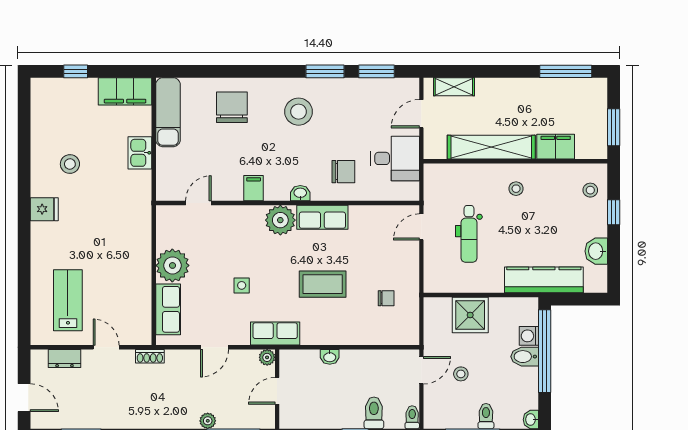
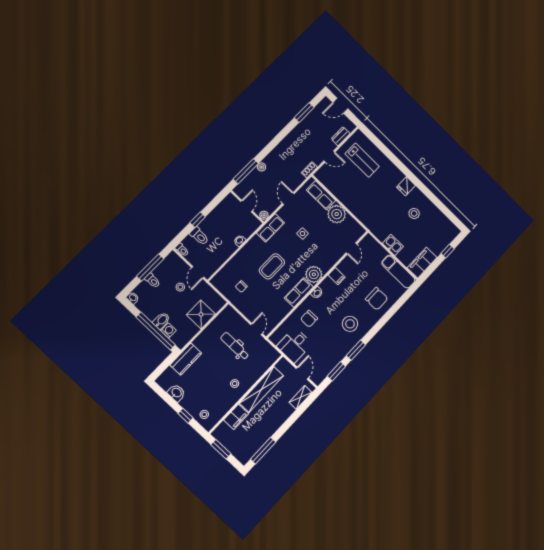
kitchen counter: (544, 280) -> (186, 359), width x0.67

